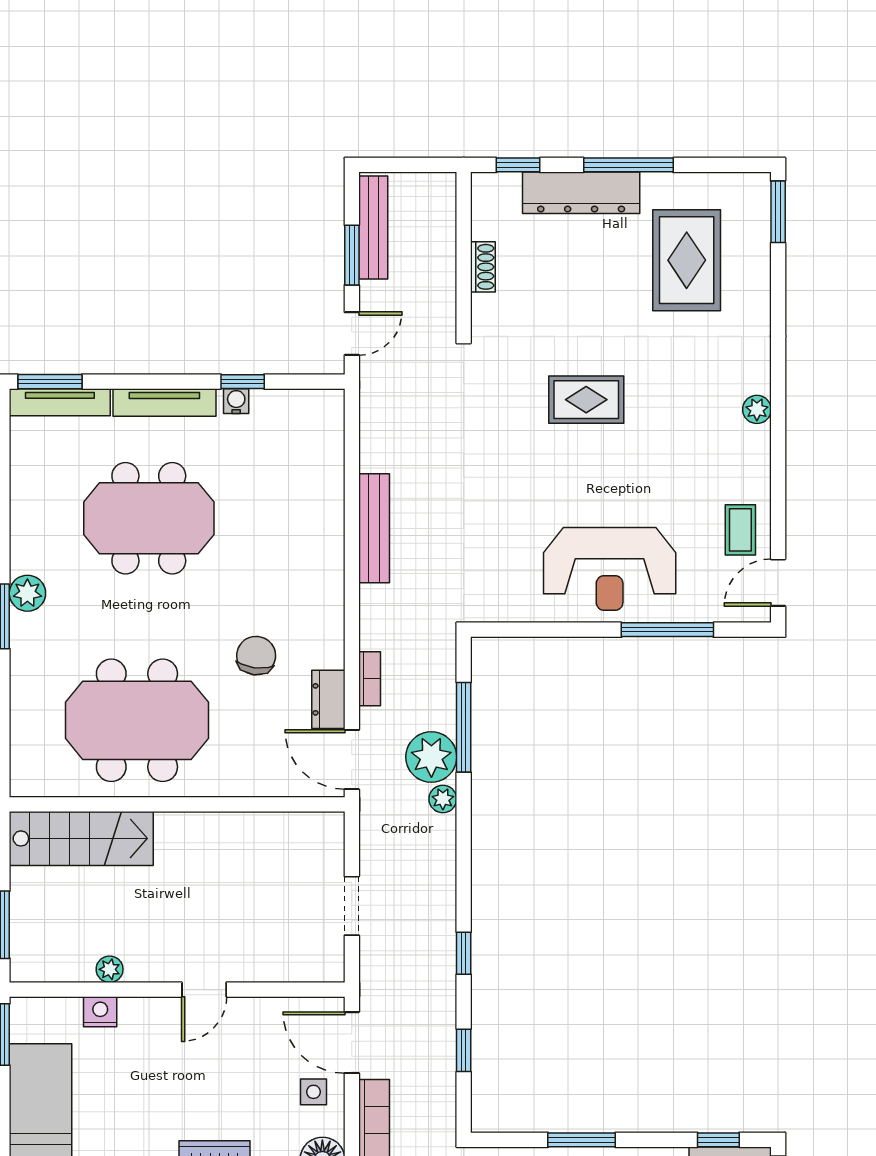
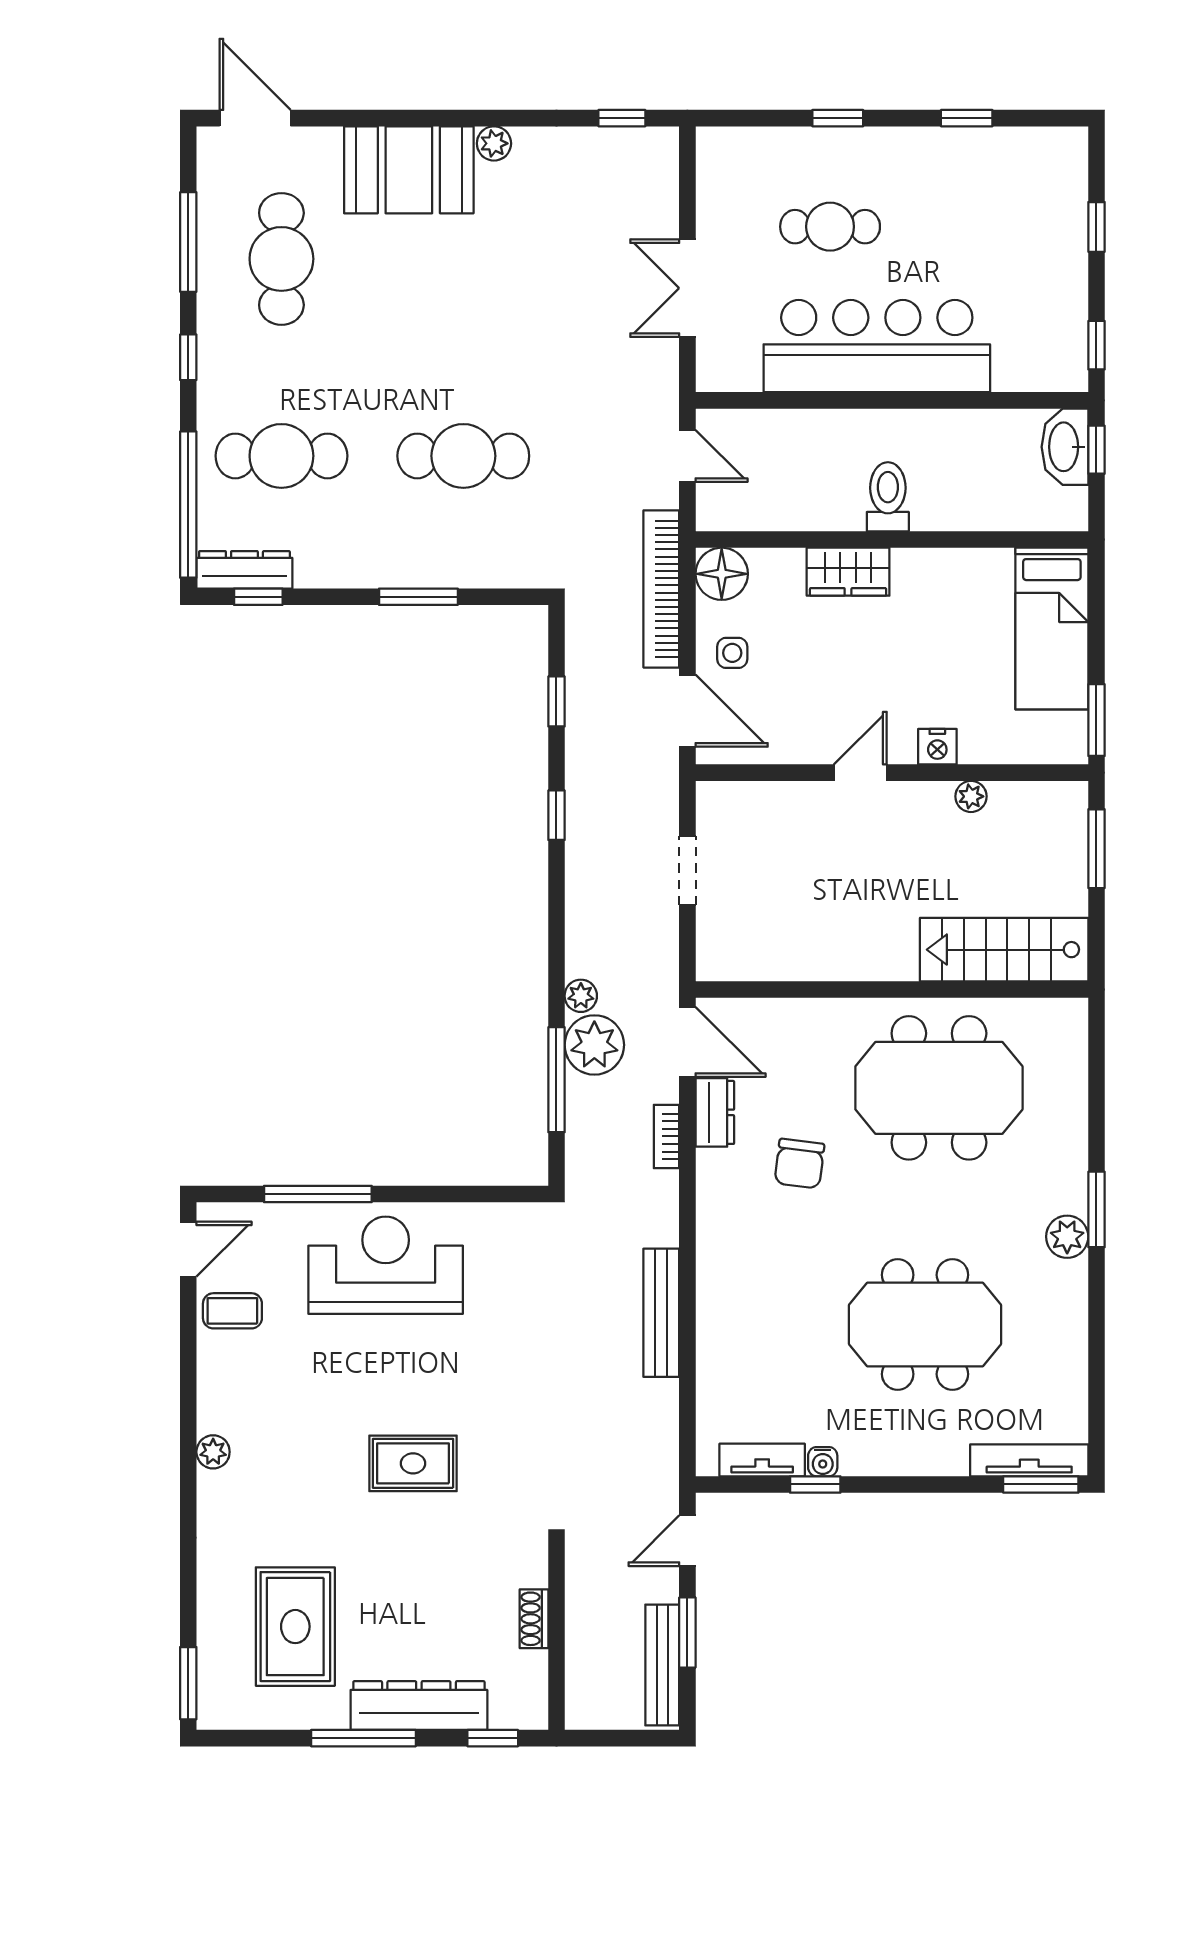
tv unit: (164, 402) -> (762, 1460), moved, width x0.71
coffee table: (740, 530) -> (232, 1311), turned 90
nightstand: (100, 1012) -> (937, 747), moved

